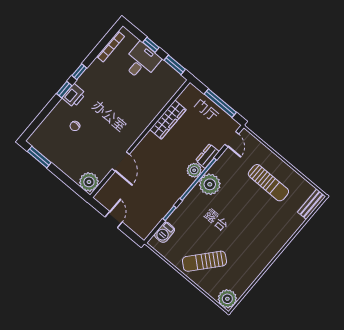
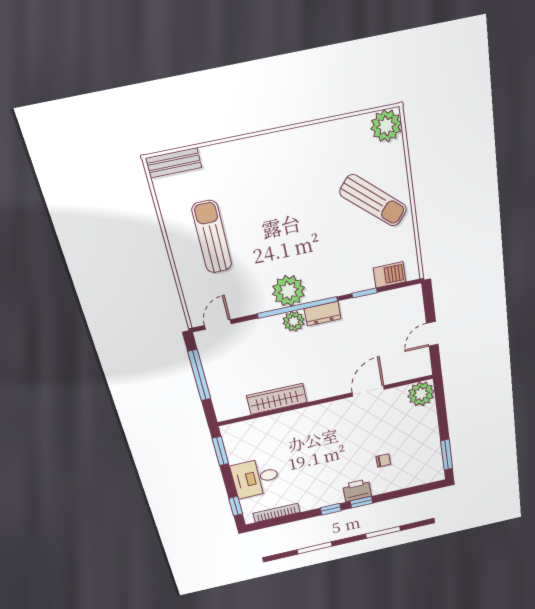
window: (151, 45) -> (236, 506), moved
dresser: (207, 156) -> (323, 314), moved

